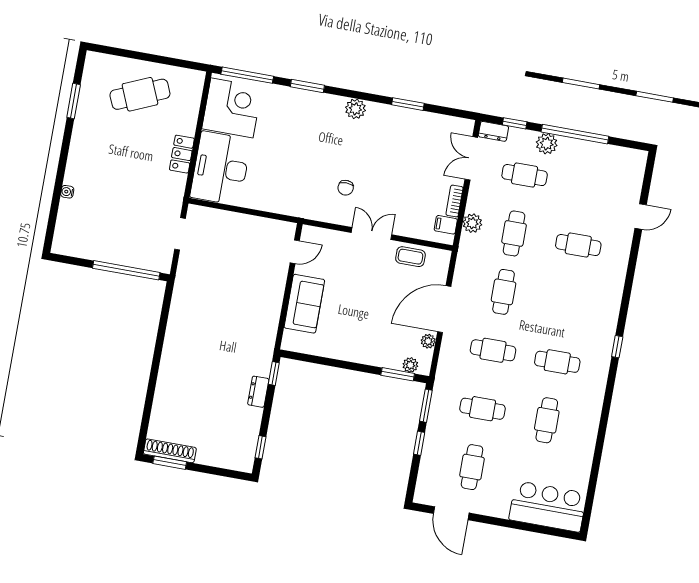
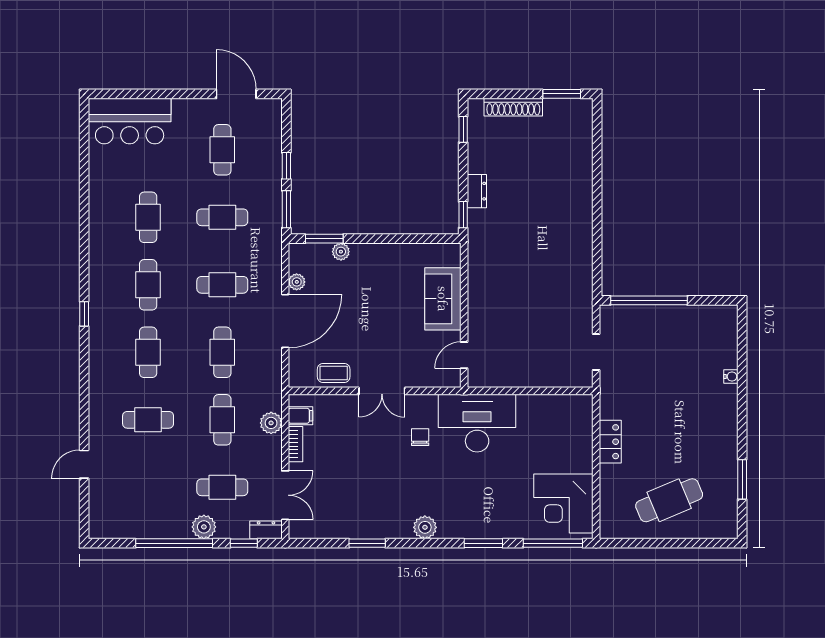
desk: (221, 168) -> (477, 423), moved, turned -90
cafe table: (568, 303) -> (148, 352), added
cafe table: (557, 362) -> (148, 285), turned 90
plant: (410, 365) -> (341, 252), moved
shoe rack: (170, 451) -> (513, 107), moved

